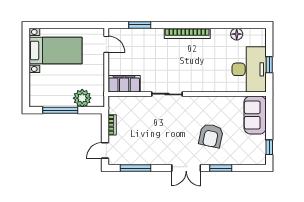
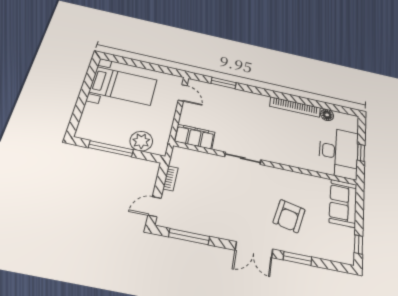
bookcase: (187, 33) -> (295, 107), moved

